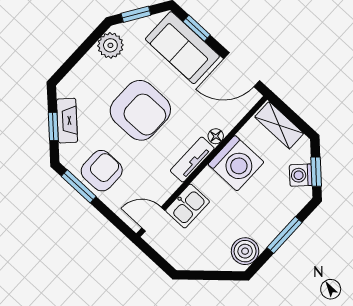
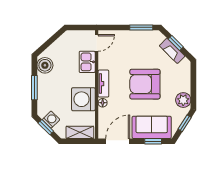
armchair: (102, 171) -> (138, 43), removed

